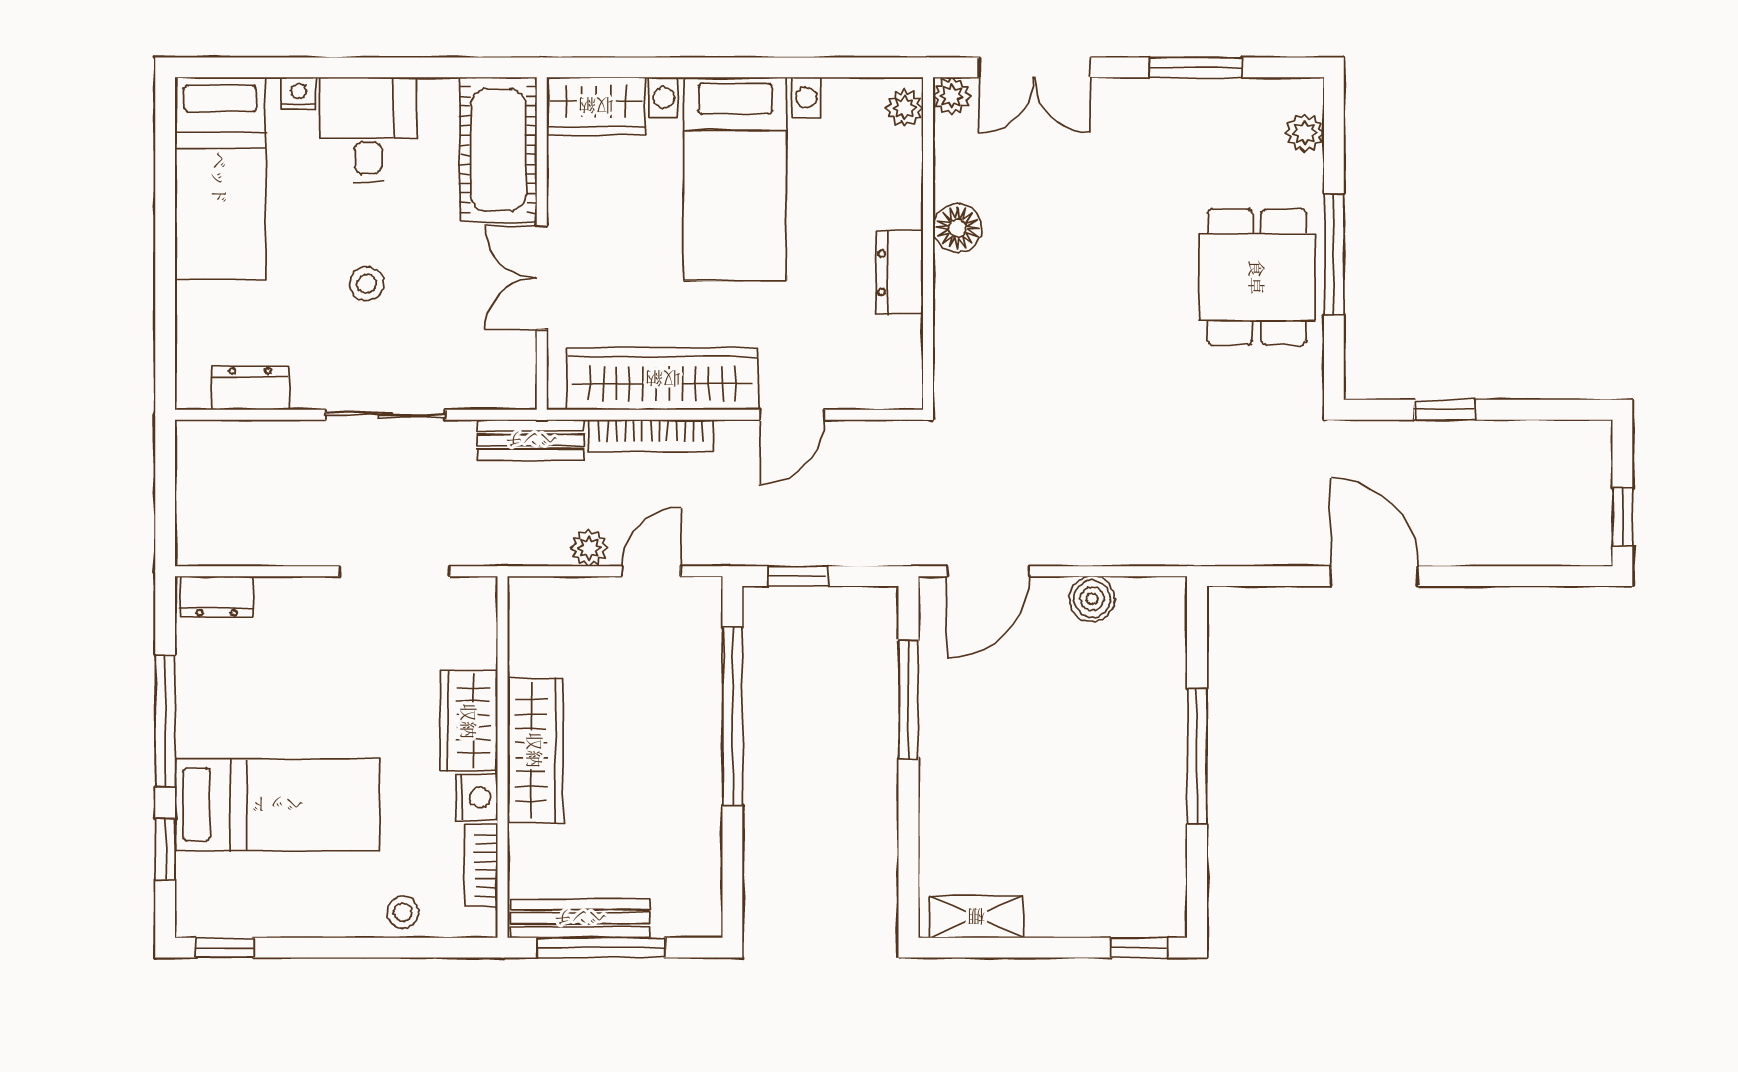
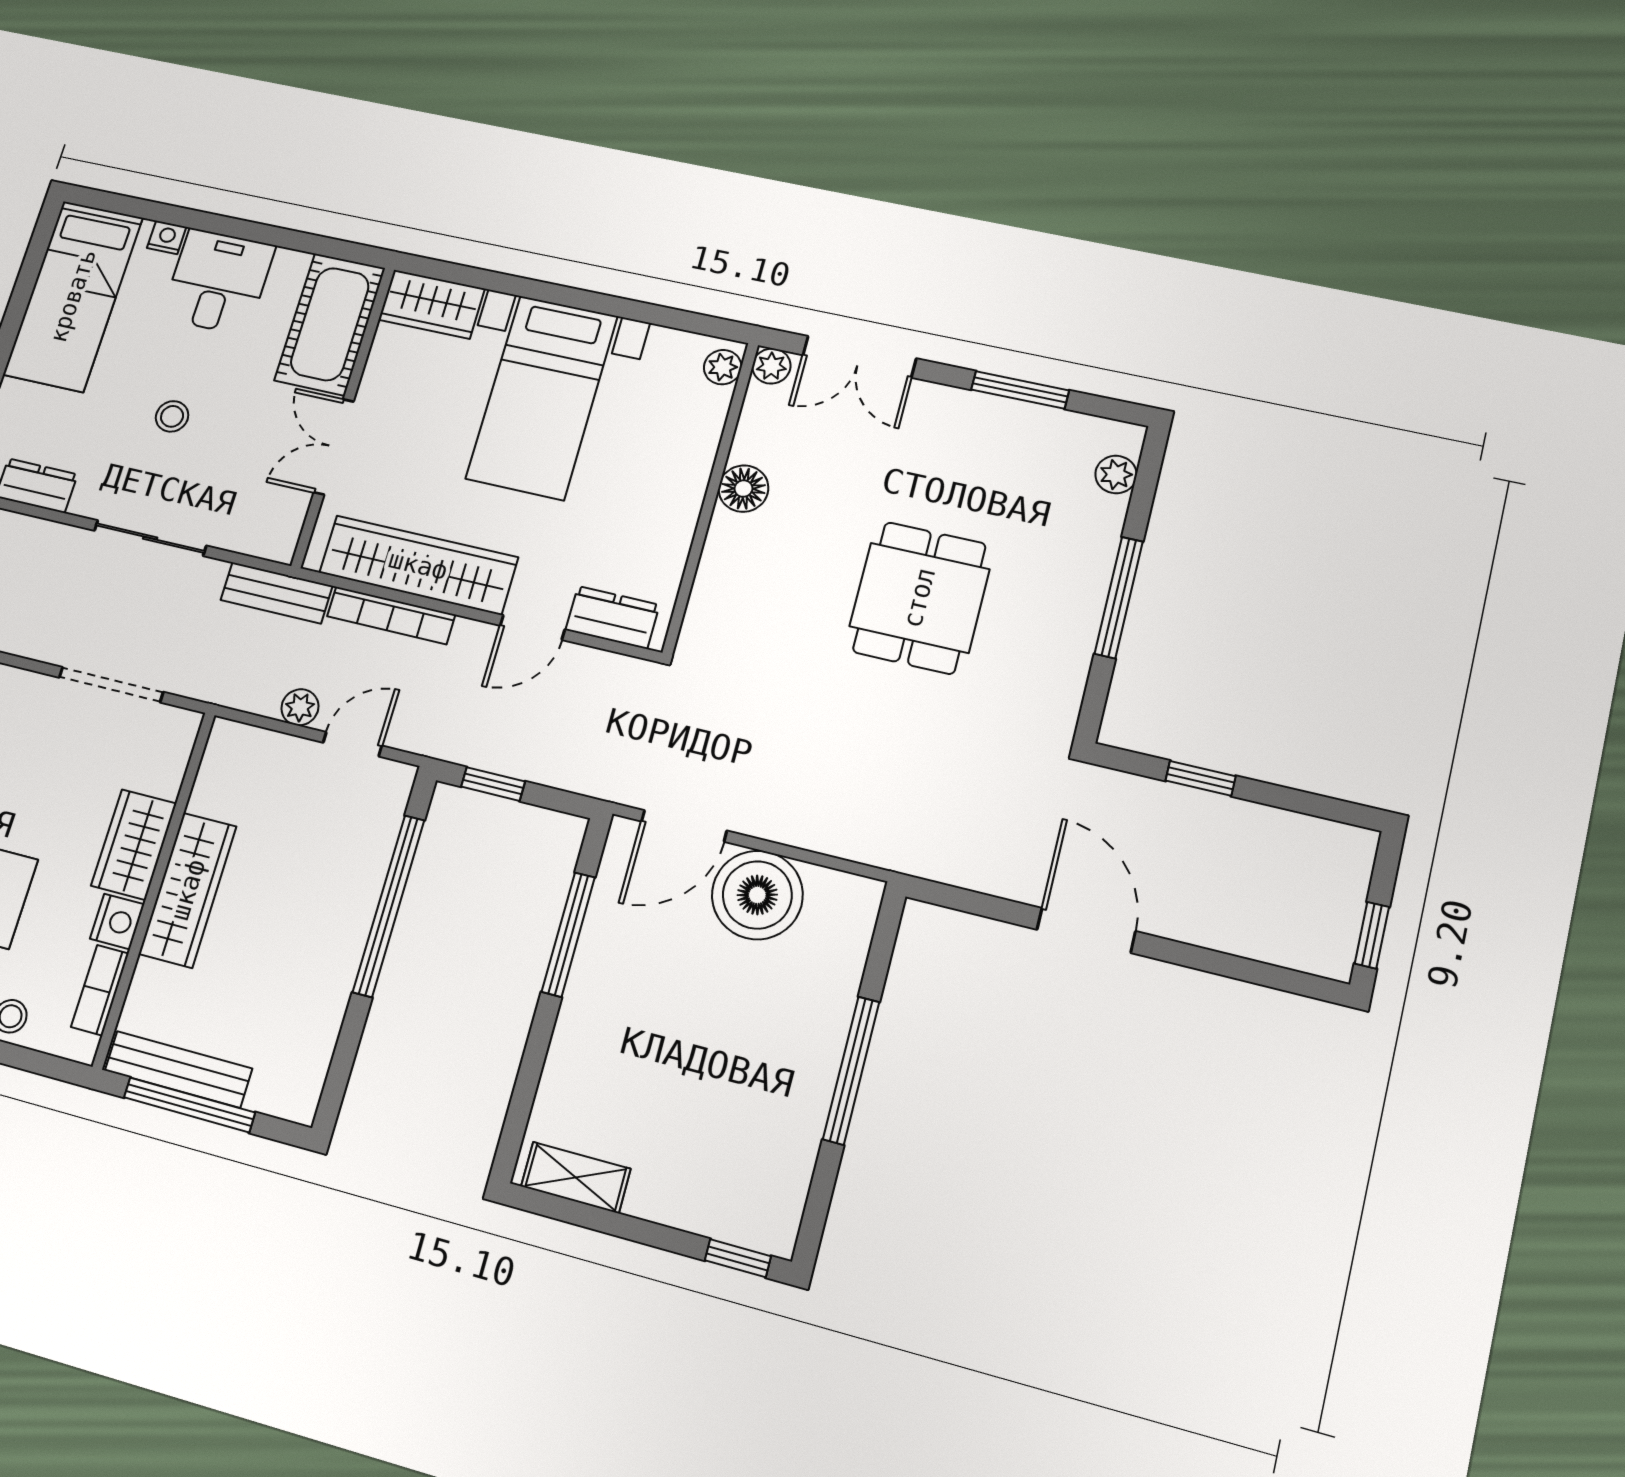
dresser: (900, 273) -> (612, 617), moved, turned 90
dining table: (1257, 277) -> (919, 598), moved
boiler: (1092, 599) -> (757, 895), width x1.86, depth x1.86

